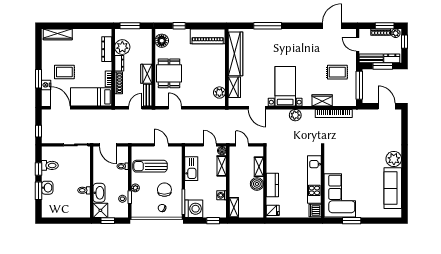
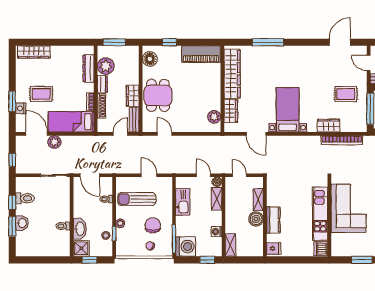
plant: (295, 115) -> (54, 142), moved
corner sofa: (340, 195) -> (349, 208), moved

